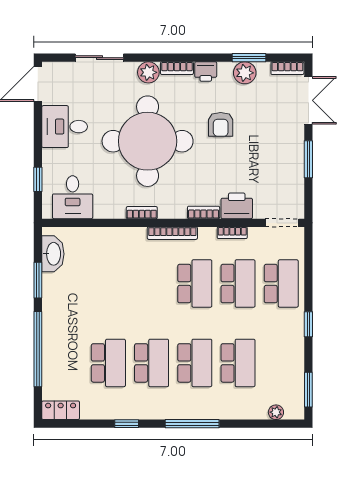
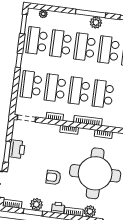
armchair: (221, 124) -> (53, 177), turned -90
printer: (237, 206) -> (17, 149), moved, turned -90
school desk: (152, 284) -> (103, 94), added
school desk: (281, 363) -> (37, 41), added
plant: (180, 409) -> (96, 22), added

